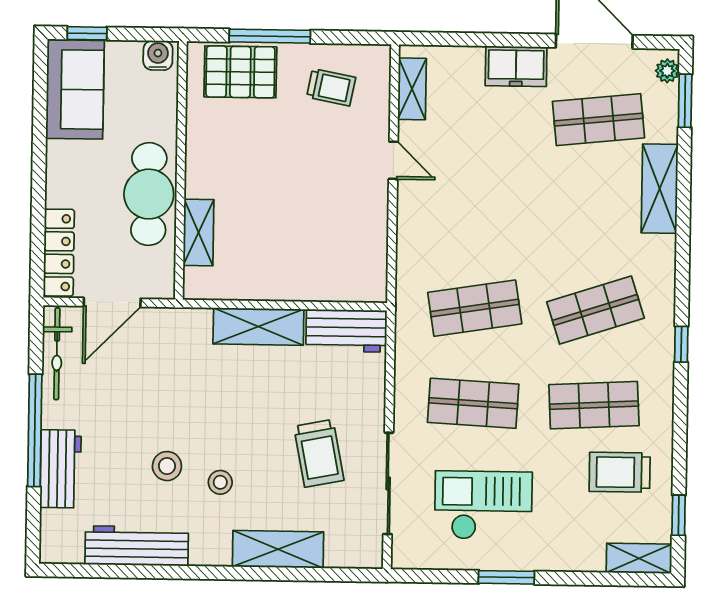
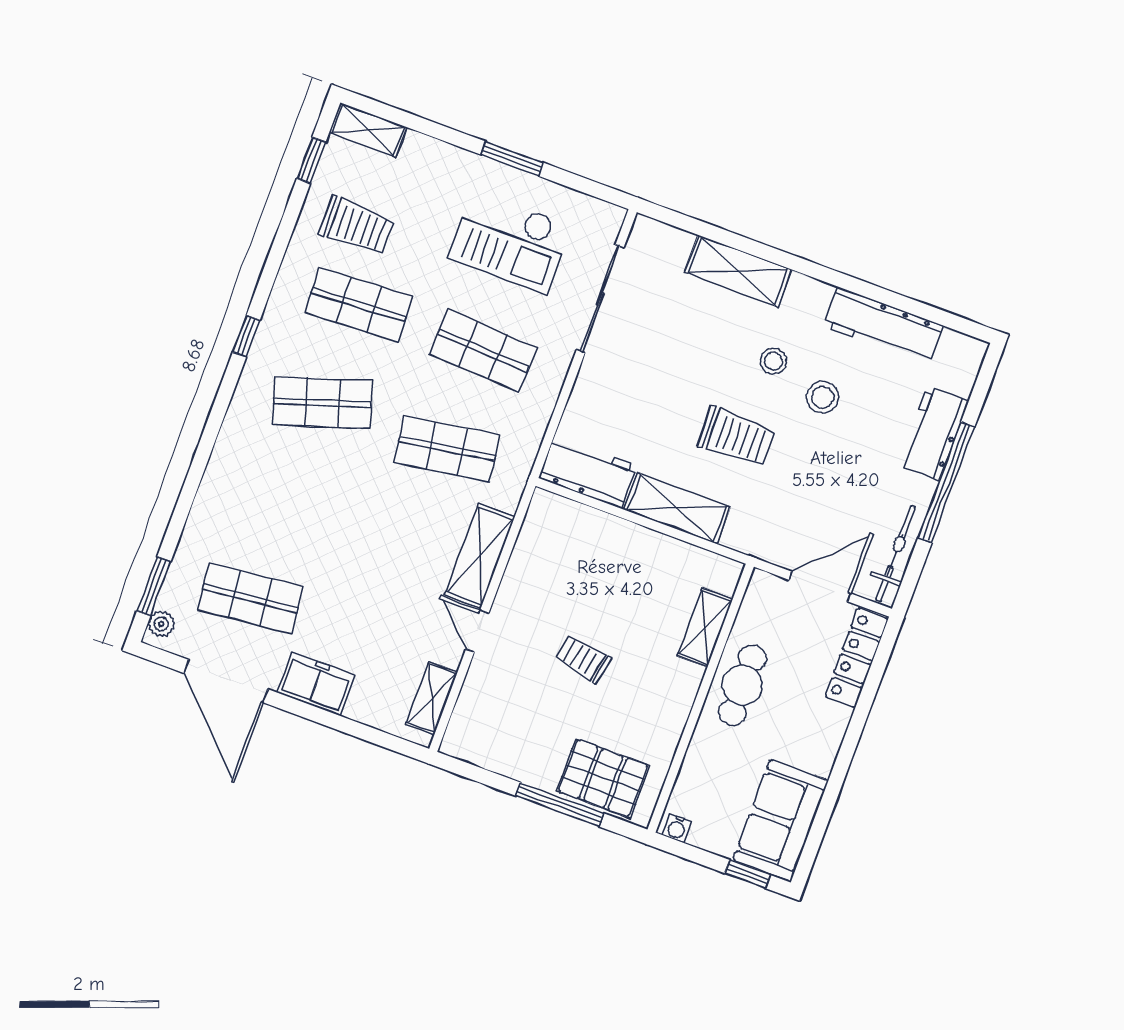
water cooler: (158, 55) -> (677, 828), width x0.72, depth x0.72
trolley: (331, 87) -> (583, 659), moved
shelving: (660, 189) -> (480, 556), moved
cafe table: (149, 194) -> (742, 685), width x0.73, depth x0.74
trolley: (319, 453) -> (736, 437), moved, turned 100

